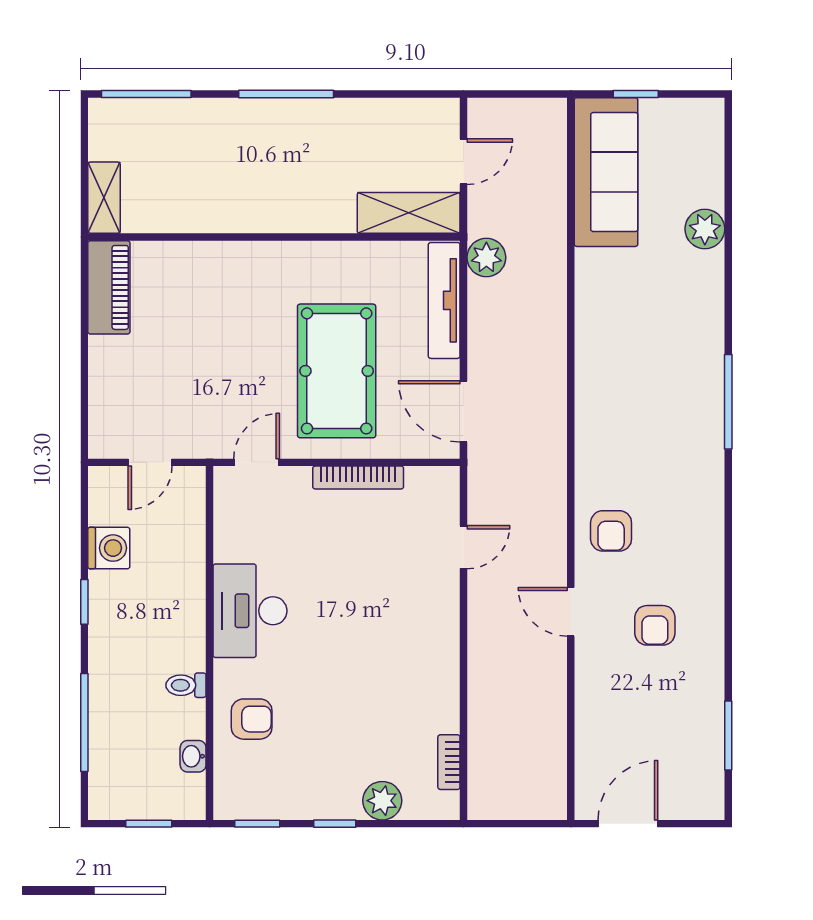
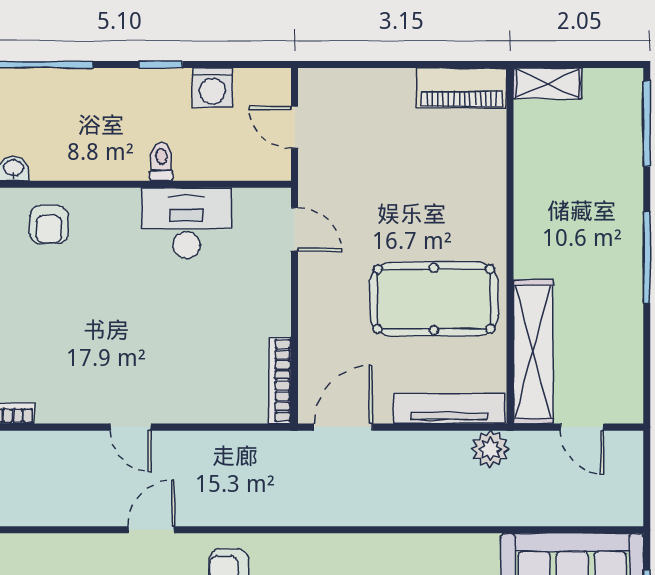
shelving: (409, 213) -> (533, 352), width x1.47
pool table: (337, 371) -> (434, 299), moved
bookcase: (358, 478) -> (280, 380), moved
door: (464, 547) -> (131, 427), moved
desk: (250, 611) -> (186, 223), moved
toilet: (186, 685) -> (161, 162), moved

